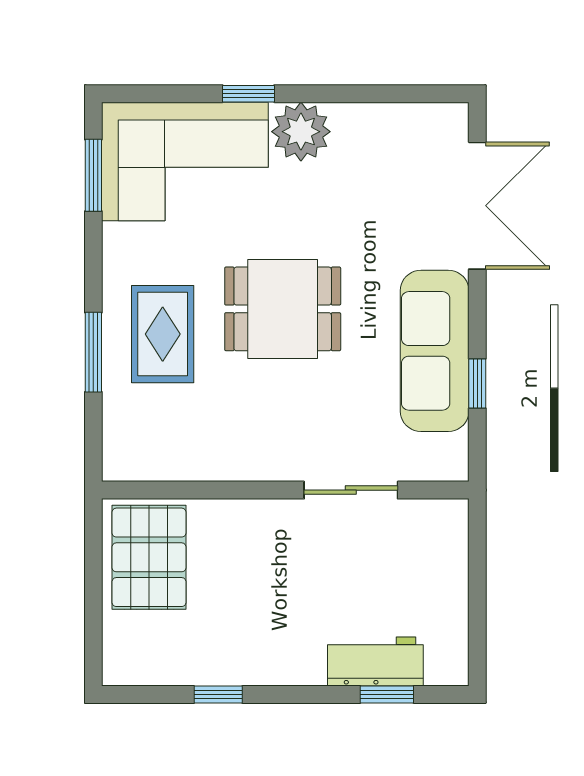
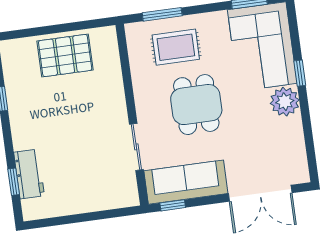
wall: (285, 490) -> (132, 115), moved
sliding door: (351, 490) -> (136, 147), moved

